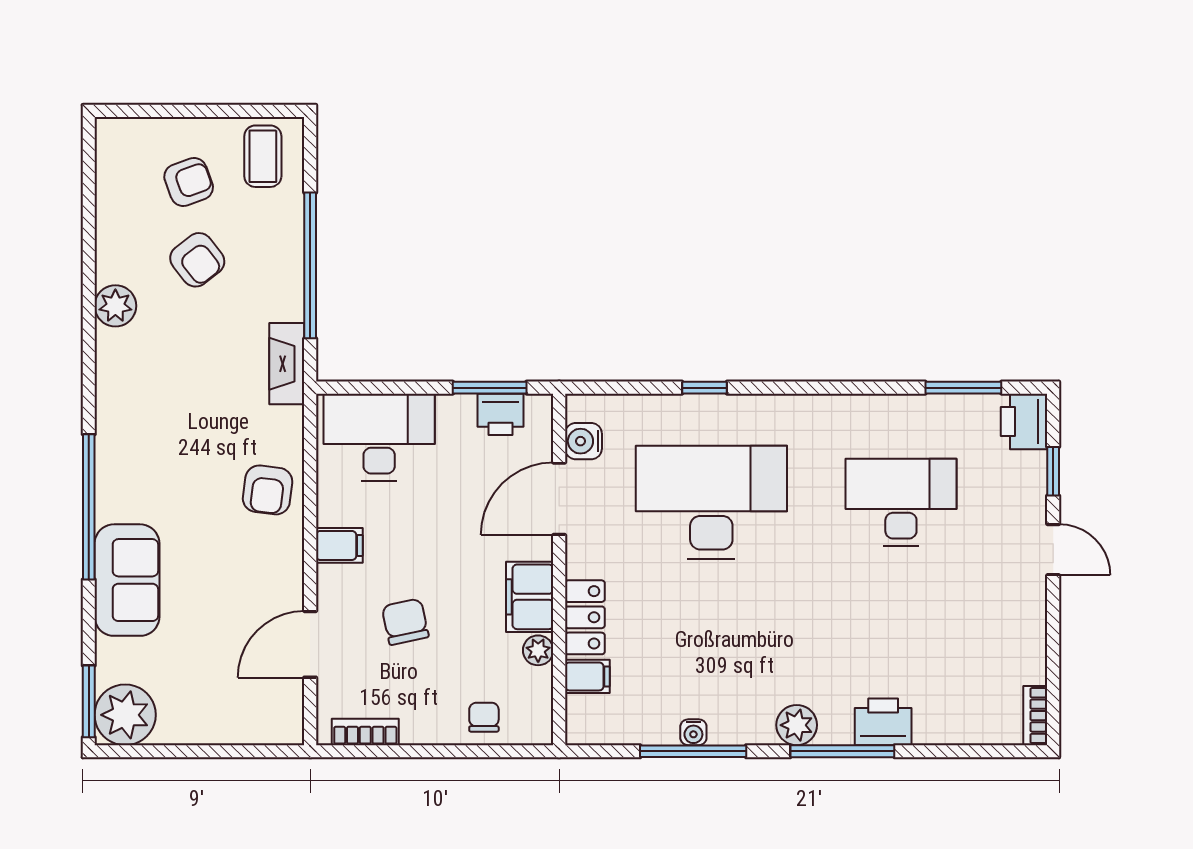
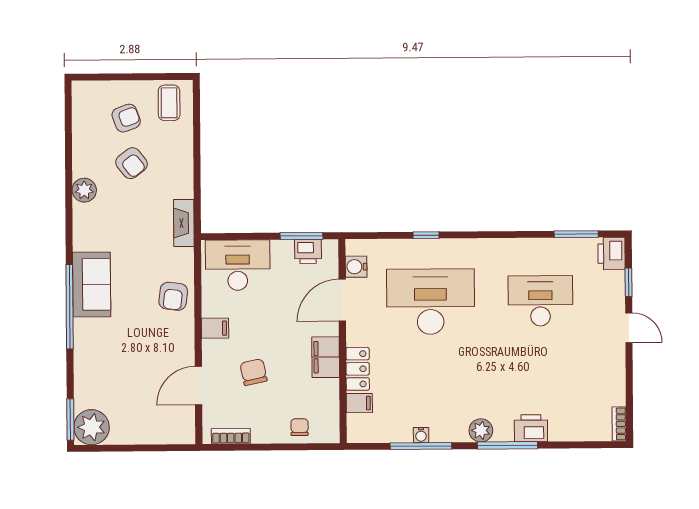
window: (310, 265) -> (197, 166), removed
sofa: (127, 580) -> (92, 284), moved
plant: (538, 650) -> (331, 388), removed

